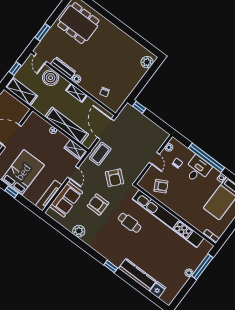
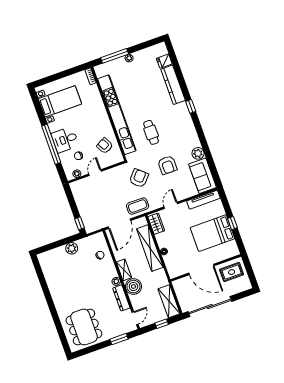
plant: (147, 62) -> (72, 248), moved
boiler: (51, 78) -> (133, 287), moved
sofa: (66, 199) -> (203, 176), moved, turned -90

